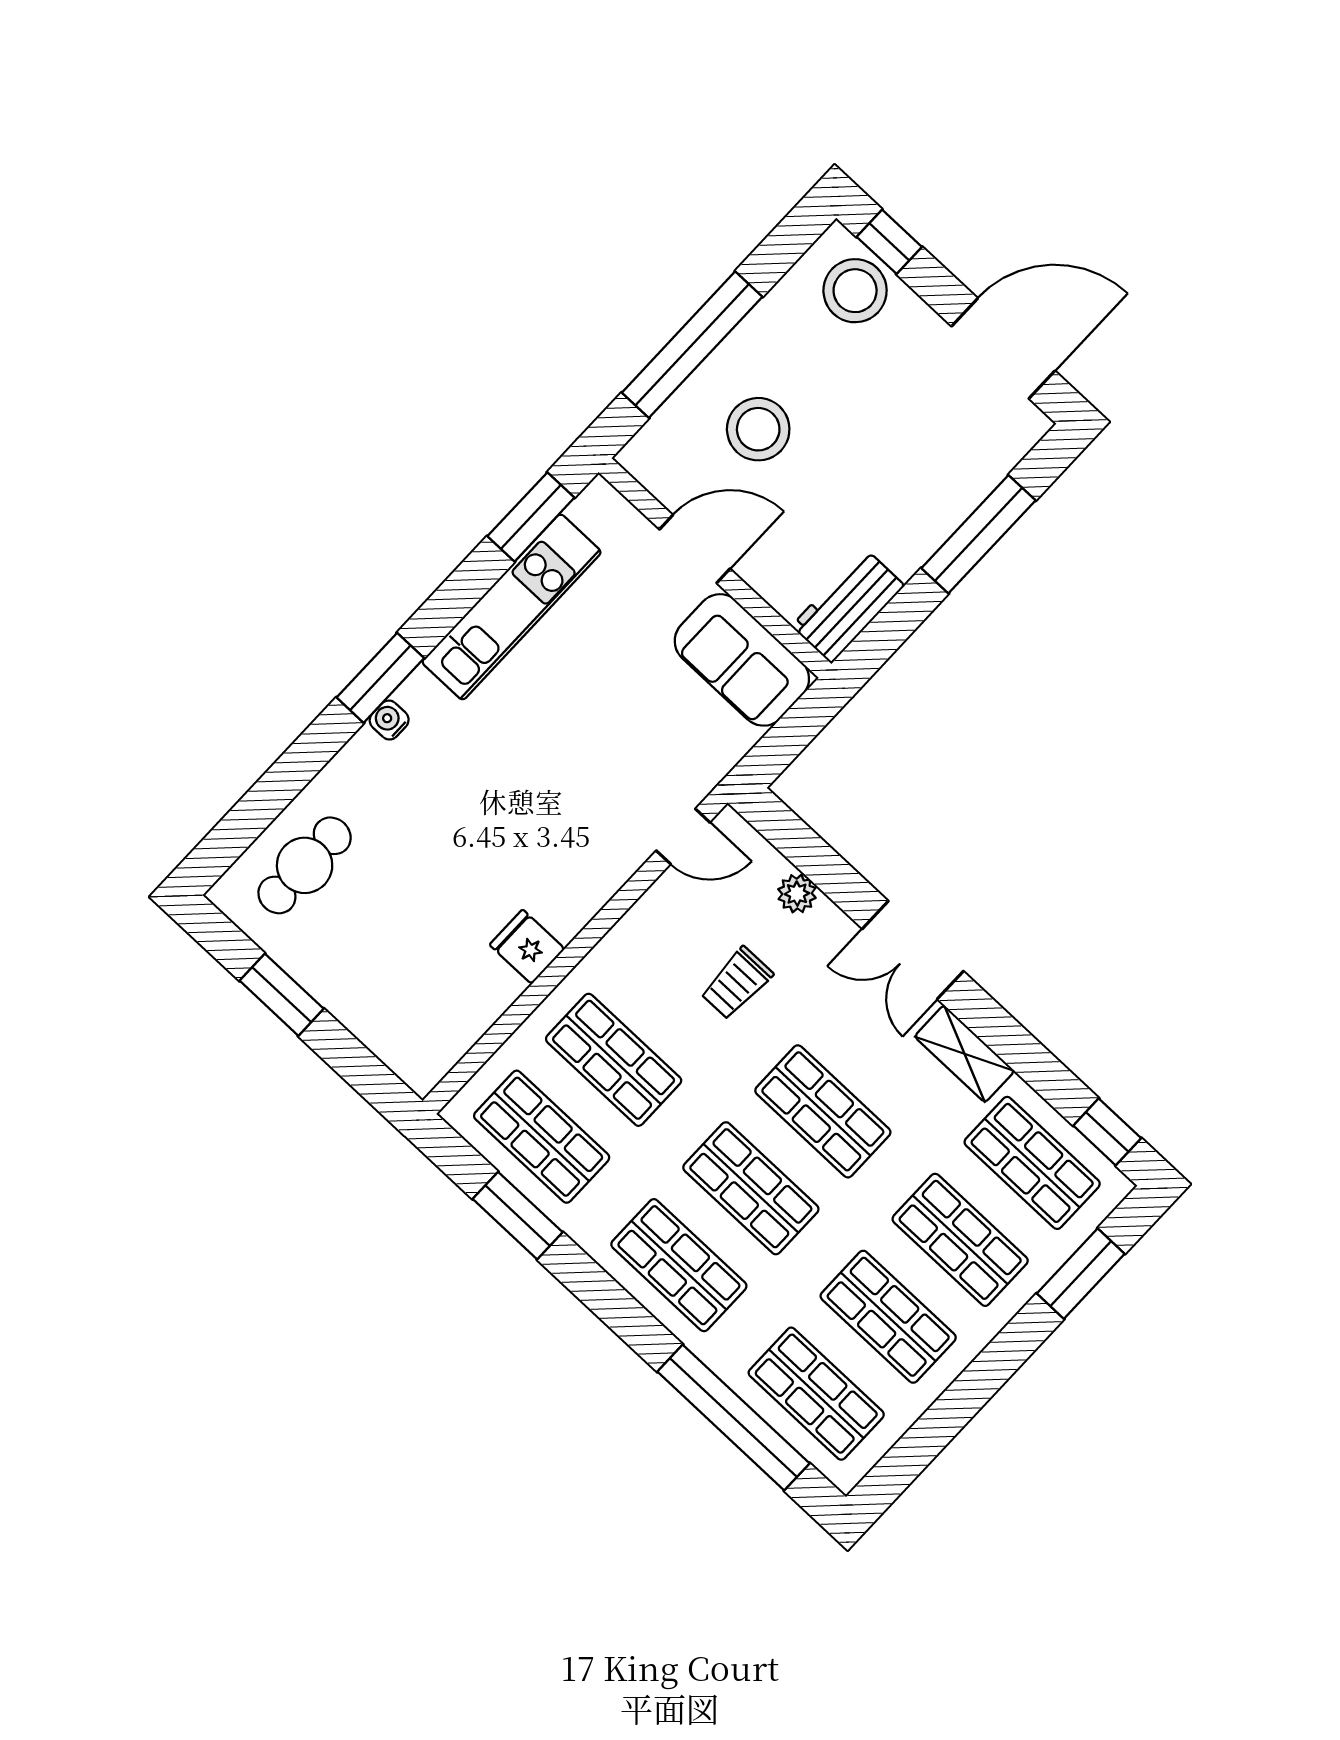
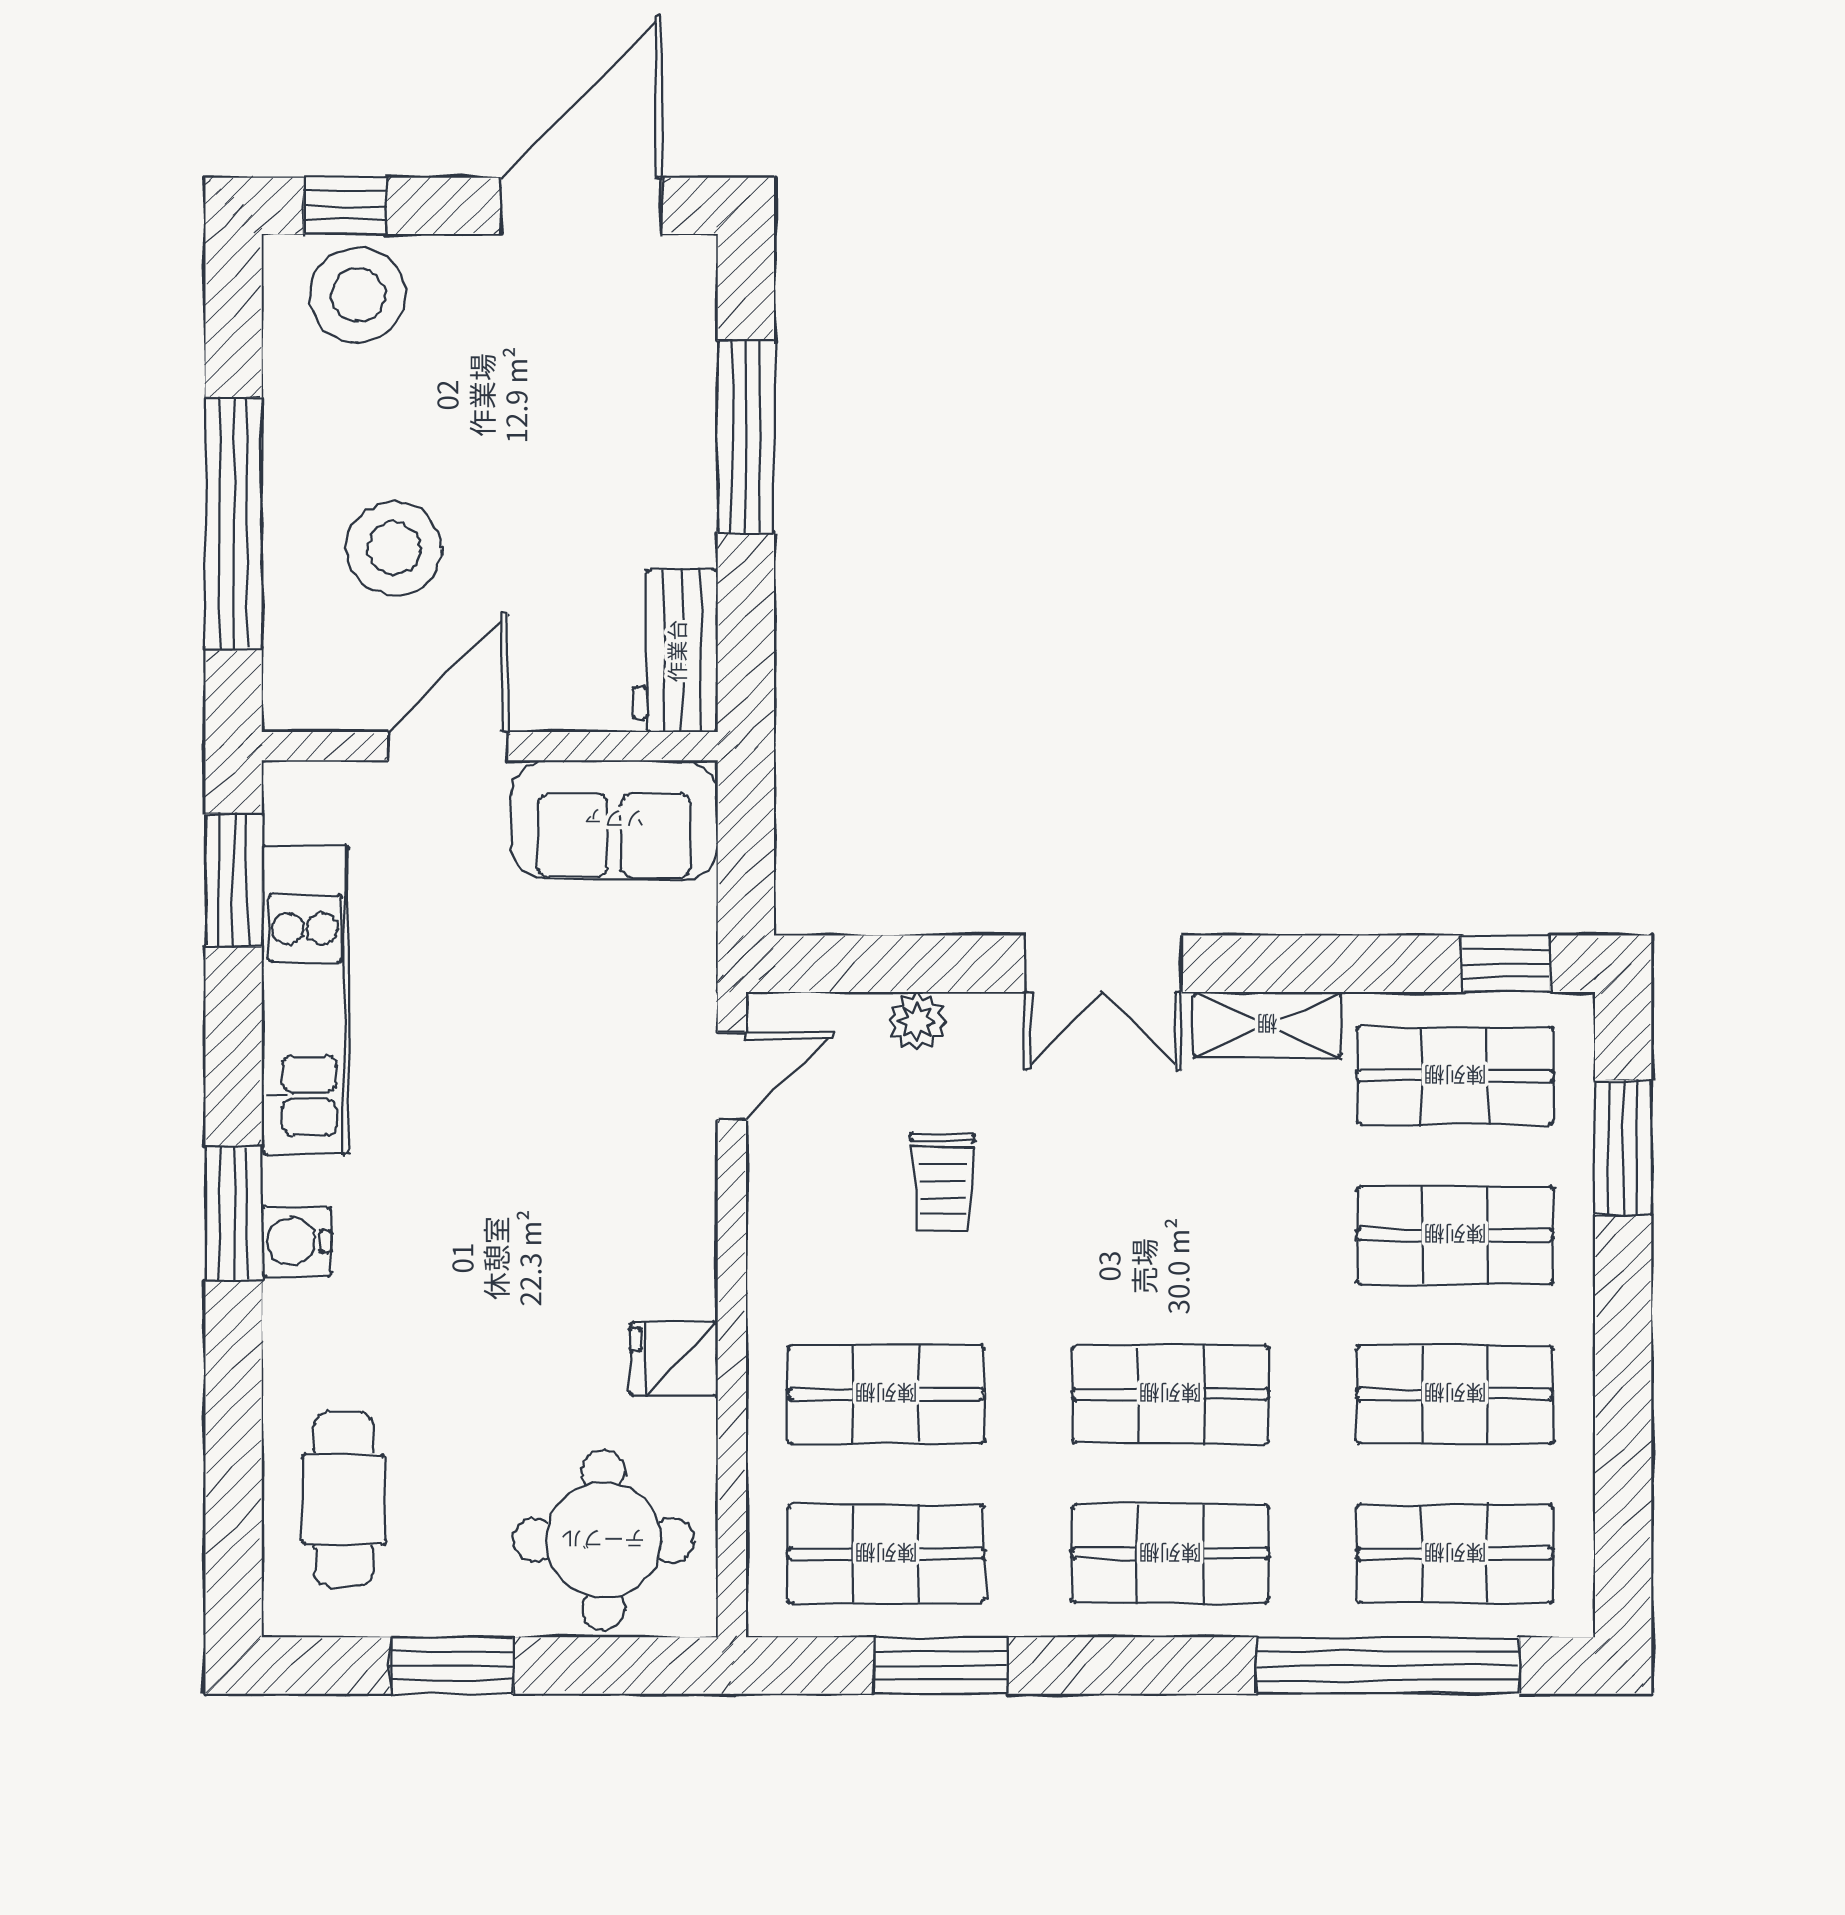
water cooler: (389, 720) -> (297, 1241), width x1.38, depth x1.38
round table: (411, 1003) -> (603, 1540), added
shop shelf: (823, 1111) -> (1170, 1235), removed

